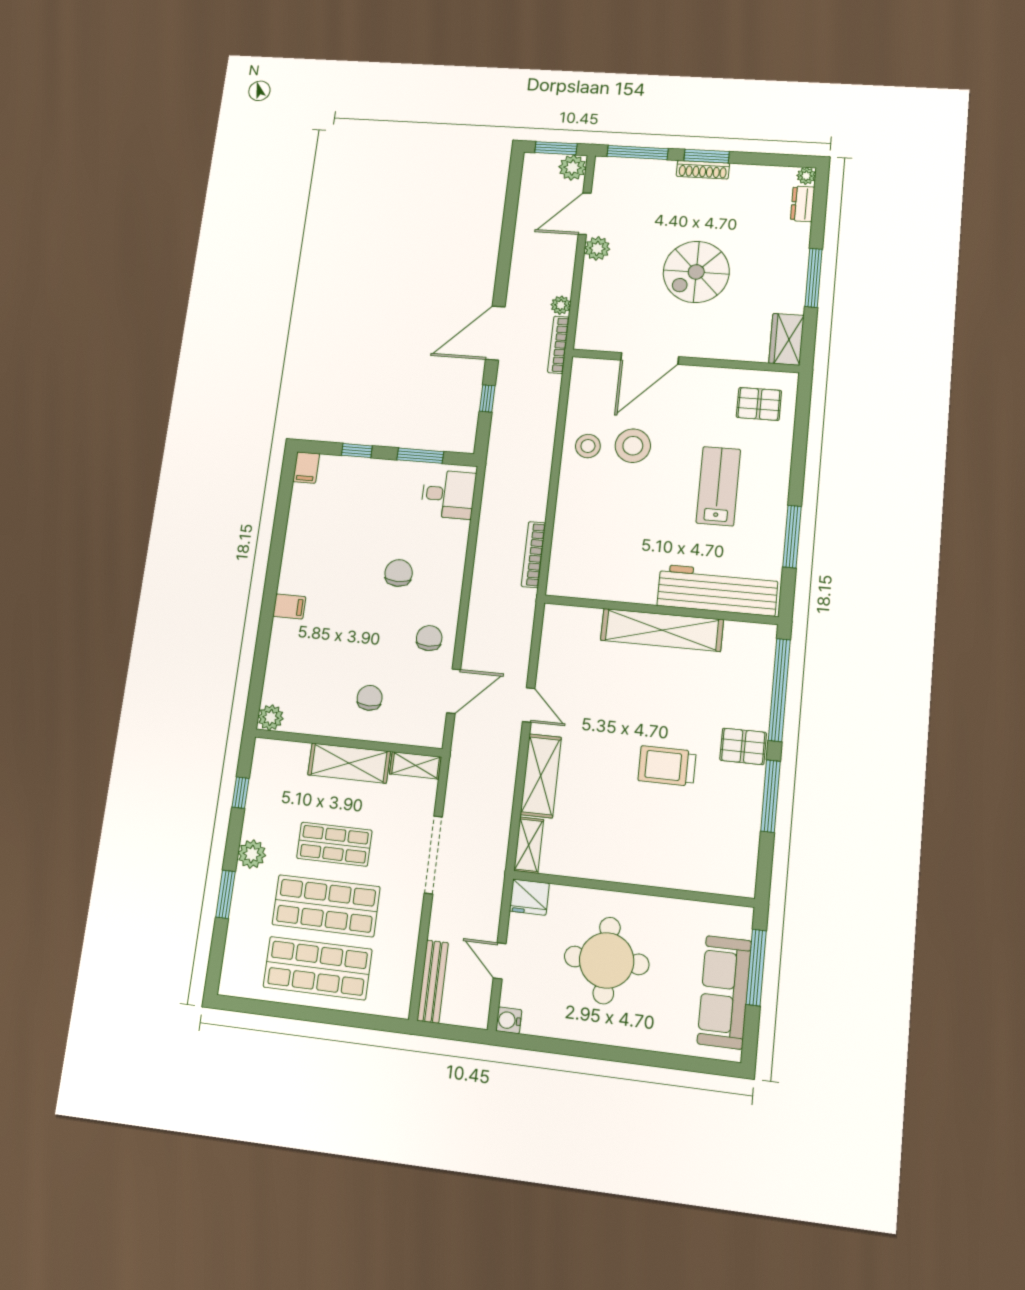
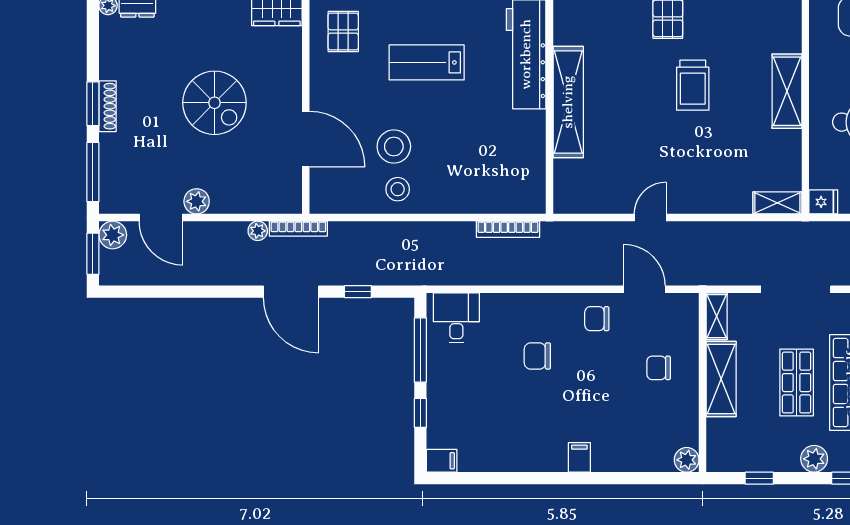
window: (420, 456) -> (420, 350), width x1.44
shelving: (541, 776) -> (787, 91), moved, turned 90
fridge: (529, 897) -> (823, 202), width x0.72

